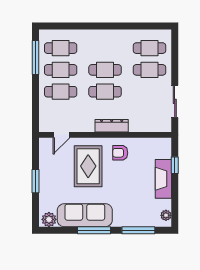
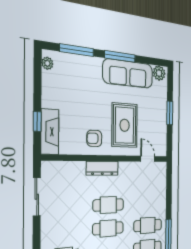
cafe table: (149, 70) -> (64, 232), removed
cafe table: (61, 92) -> (148, 203), removed
door: (62, 135) -> (148, 159), hinge flipped
armchair: (120, 153) -> (94, 138), turned 180
fireplace: (163, 179) -> (50, 132), moved

